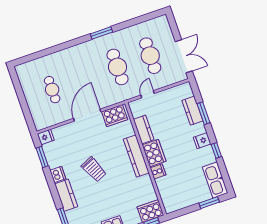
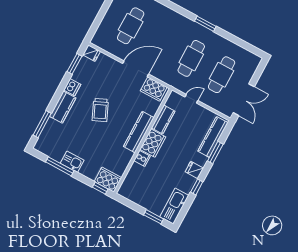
cafe table: (52, 90) -> (131, 26), width x1.37, depth x1.35
kitchen counter: (192, 111) -> (213, 137), width x1.50

